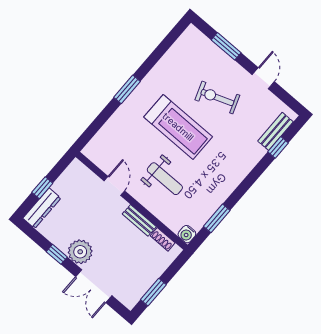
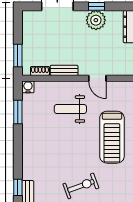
treadmill: (178, 127) -> (112, 137), moved, turned -90
plant: (80, 252) -> (96, 20), moved
window: (153, 292) -> (18, 55), moved

